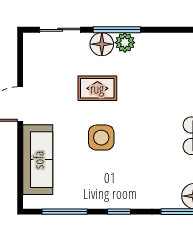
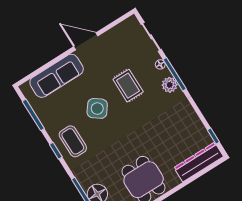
floor lamp: (102, 44) -> (160, 64), width x0.53, depth x0.53
side table: (101, 138) -> (97, 108), turned 36
coffee table: (120, 187) -> (73, 141), added

